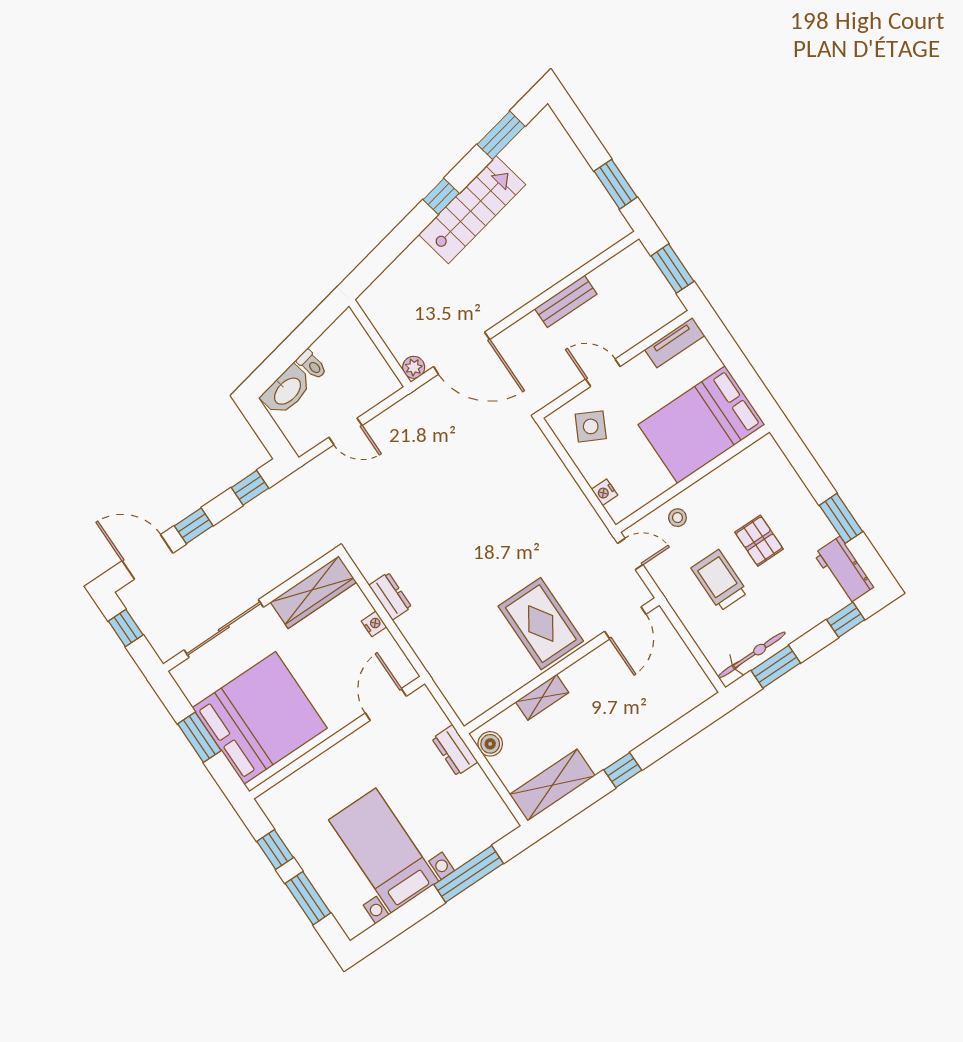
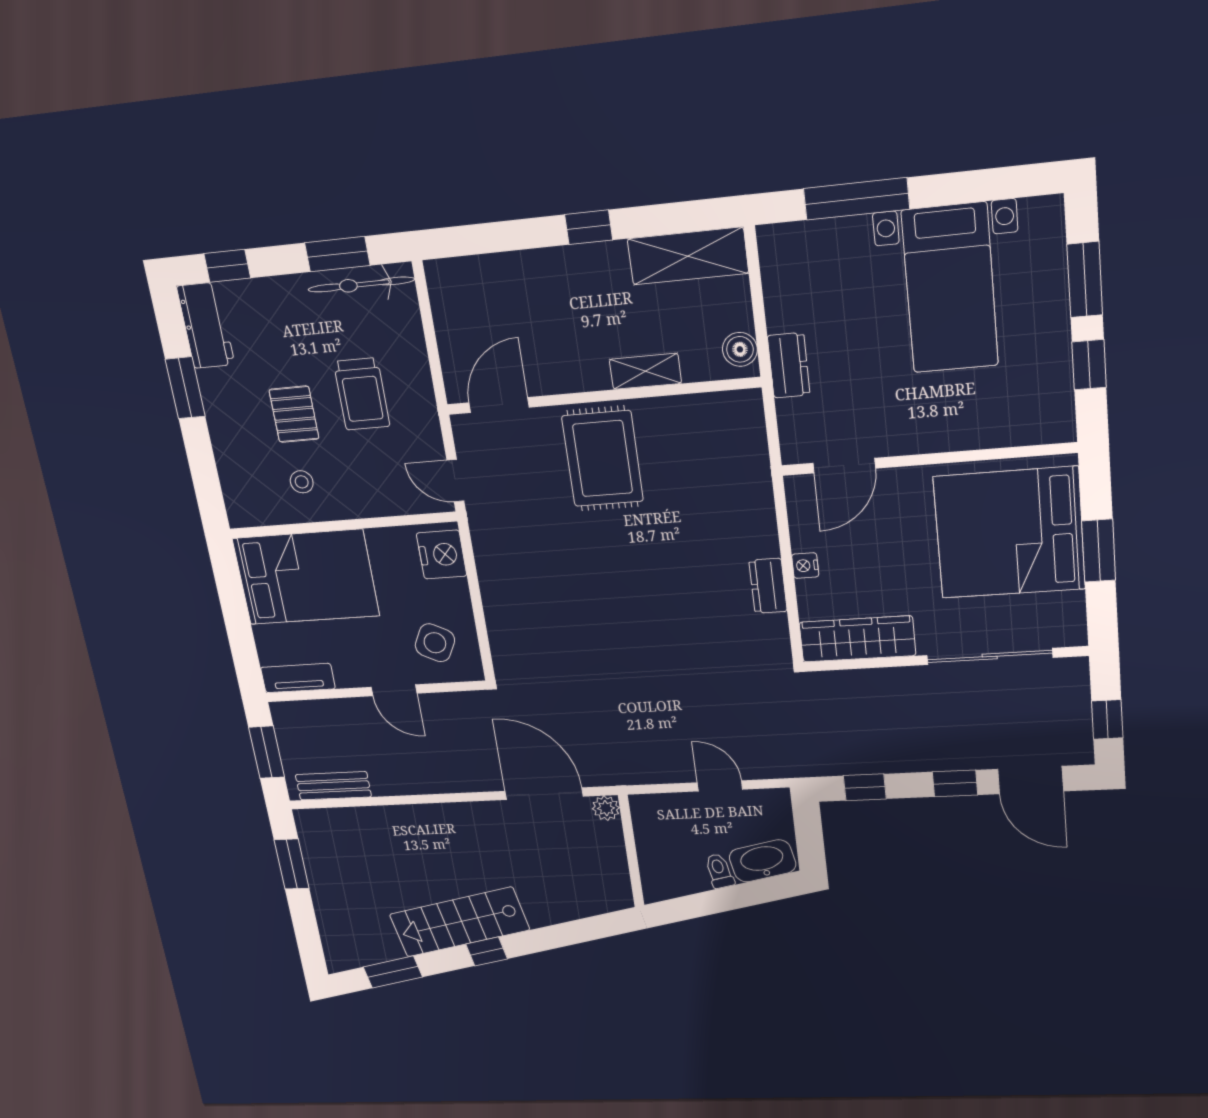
bench: (566, 301) -> (333, 786), moved
nightstand: (605, 492) -> (442, 555), width x1.89, depth x1.79
stool: (677, 518) -> (302, 482), moved

